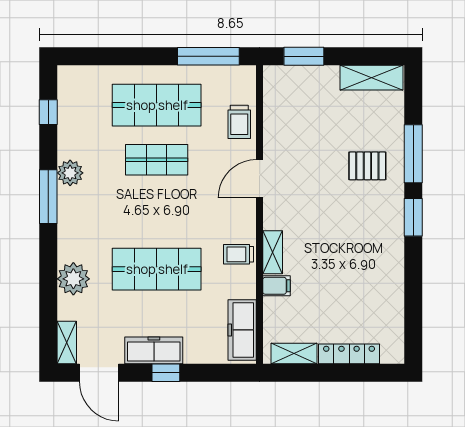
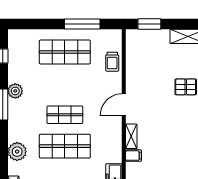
window: (208, 56) -> (82, 24), moved
shop shelf: (157, 160) -> (65, 115), moved
door: (260, 179) -> (124, 105), moved
trolley: (239, 254) -> (112, 138), removed

